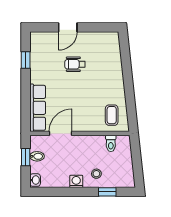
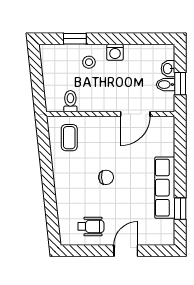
wheelchair: (75, 64) -> (91, 226), moved
chair: (83, 84) -> (106, 177), added
row of seats: (38, 108) -> (165, 188), moved
washbasin: (35, 180) -> (168, 69), moved

